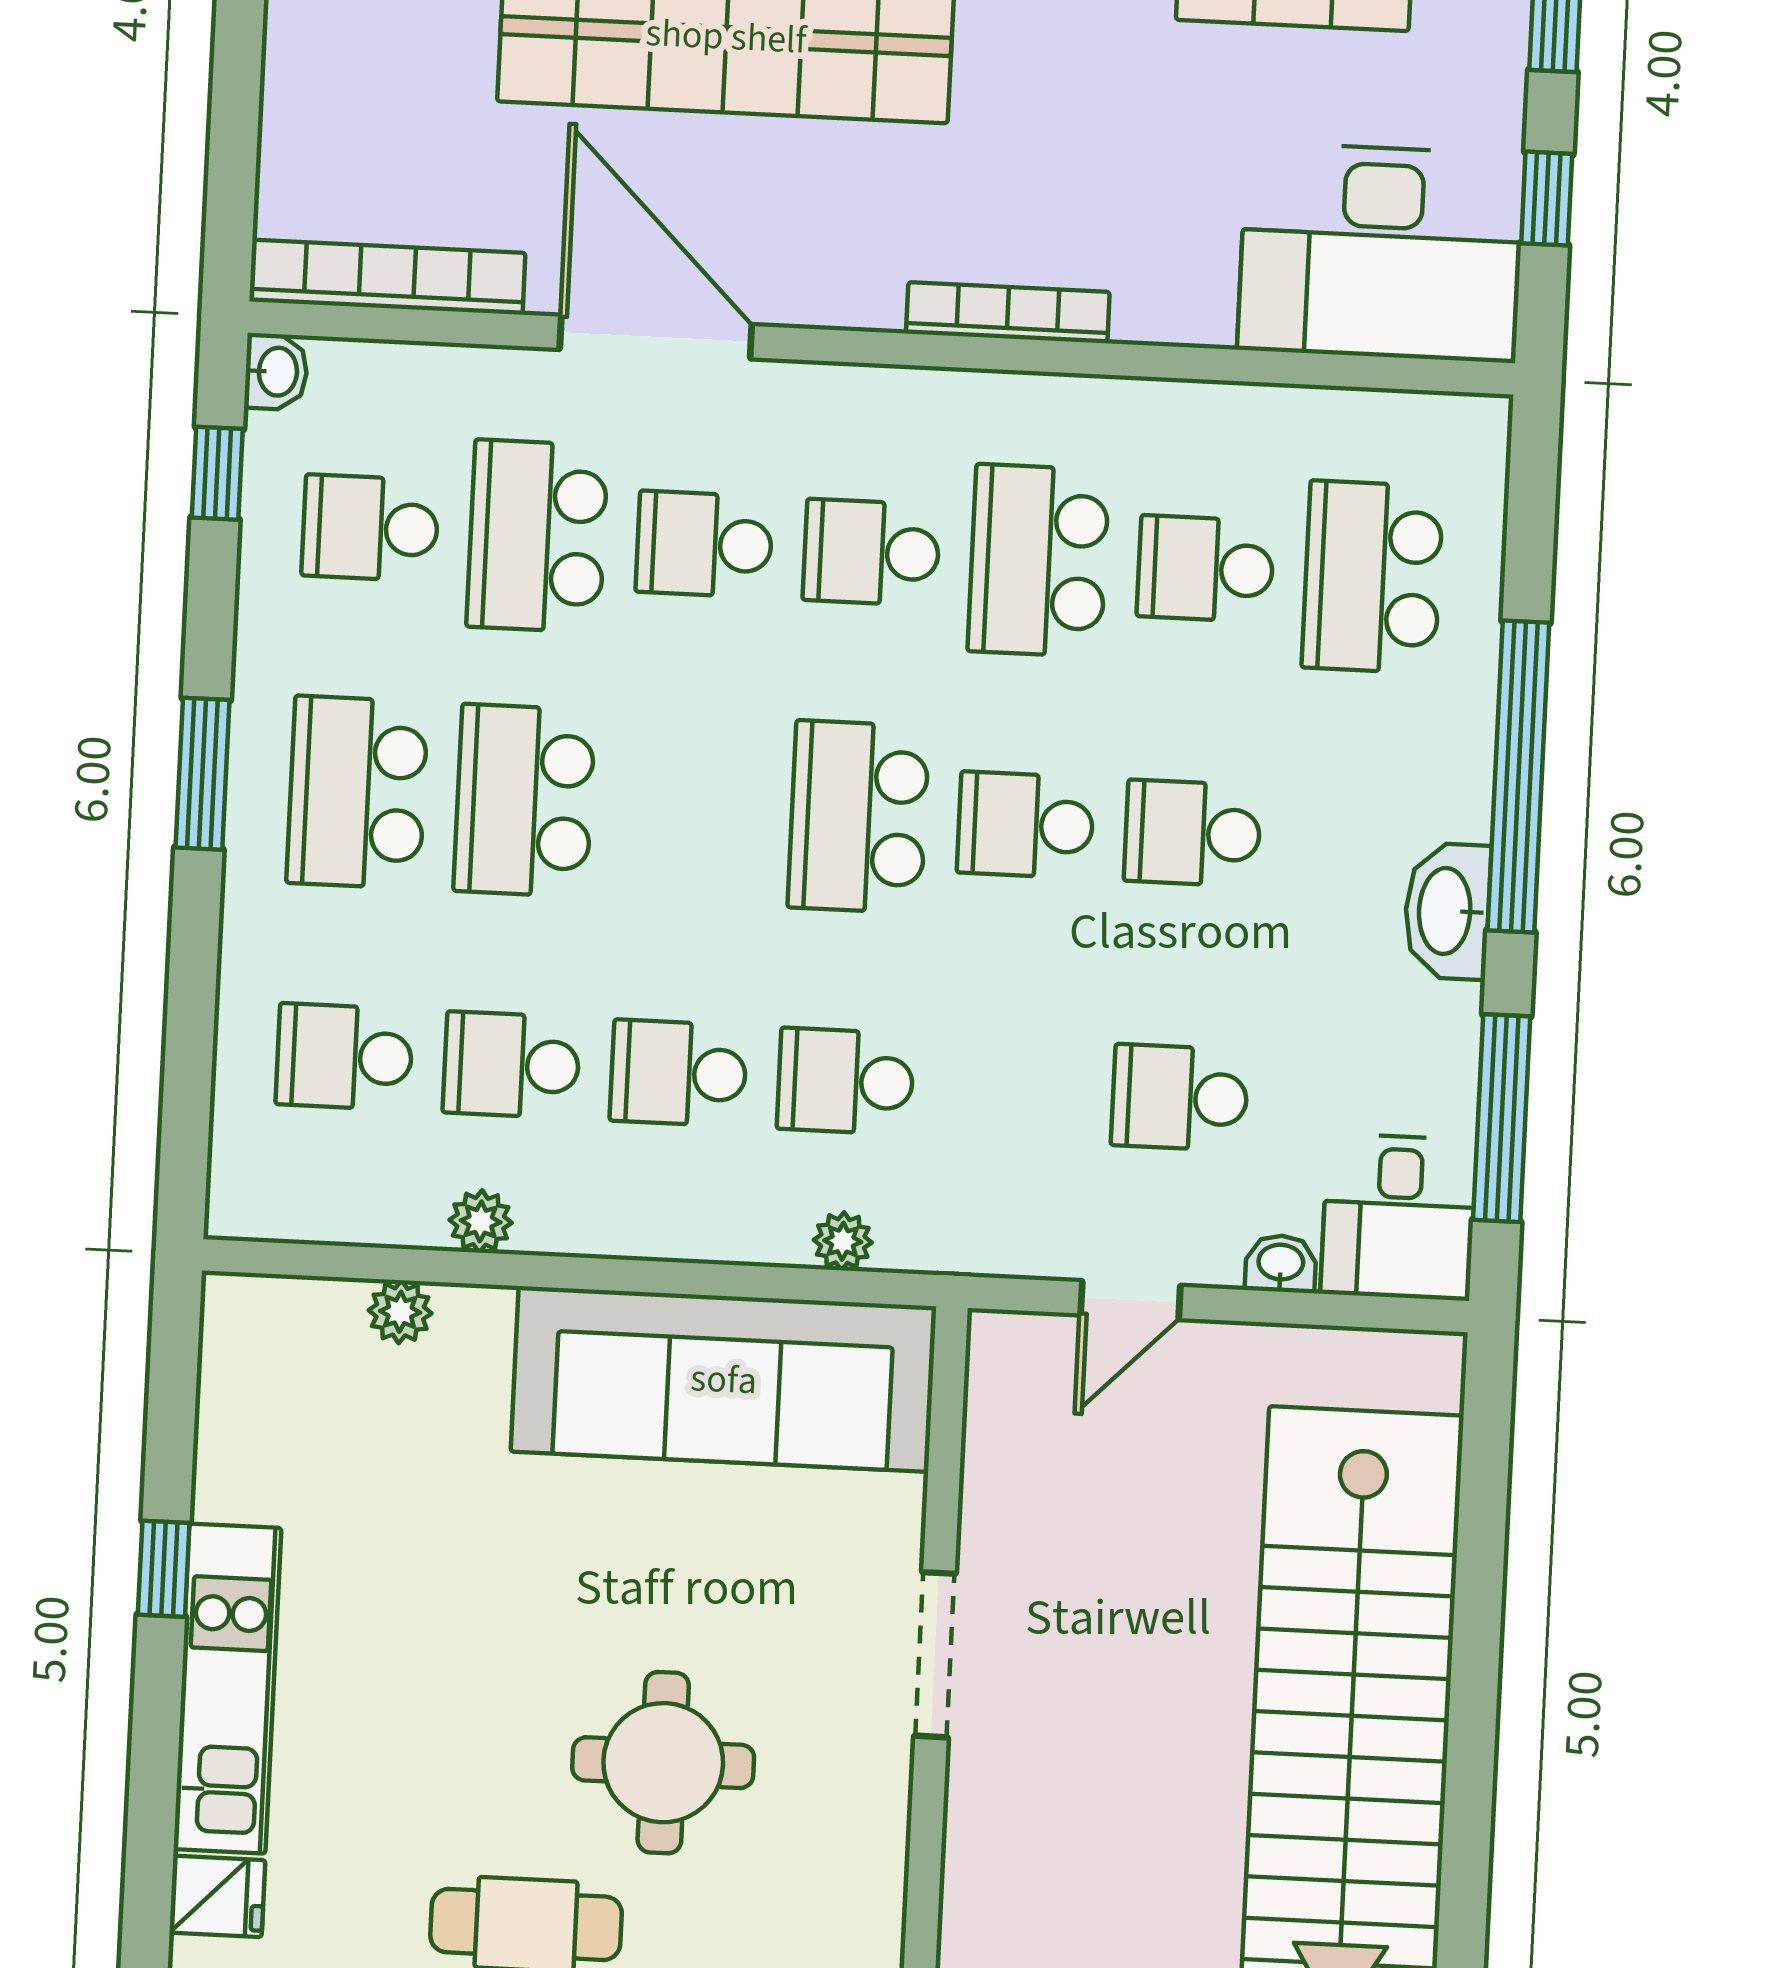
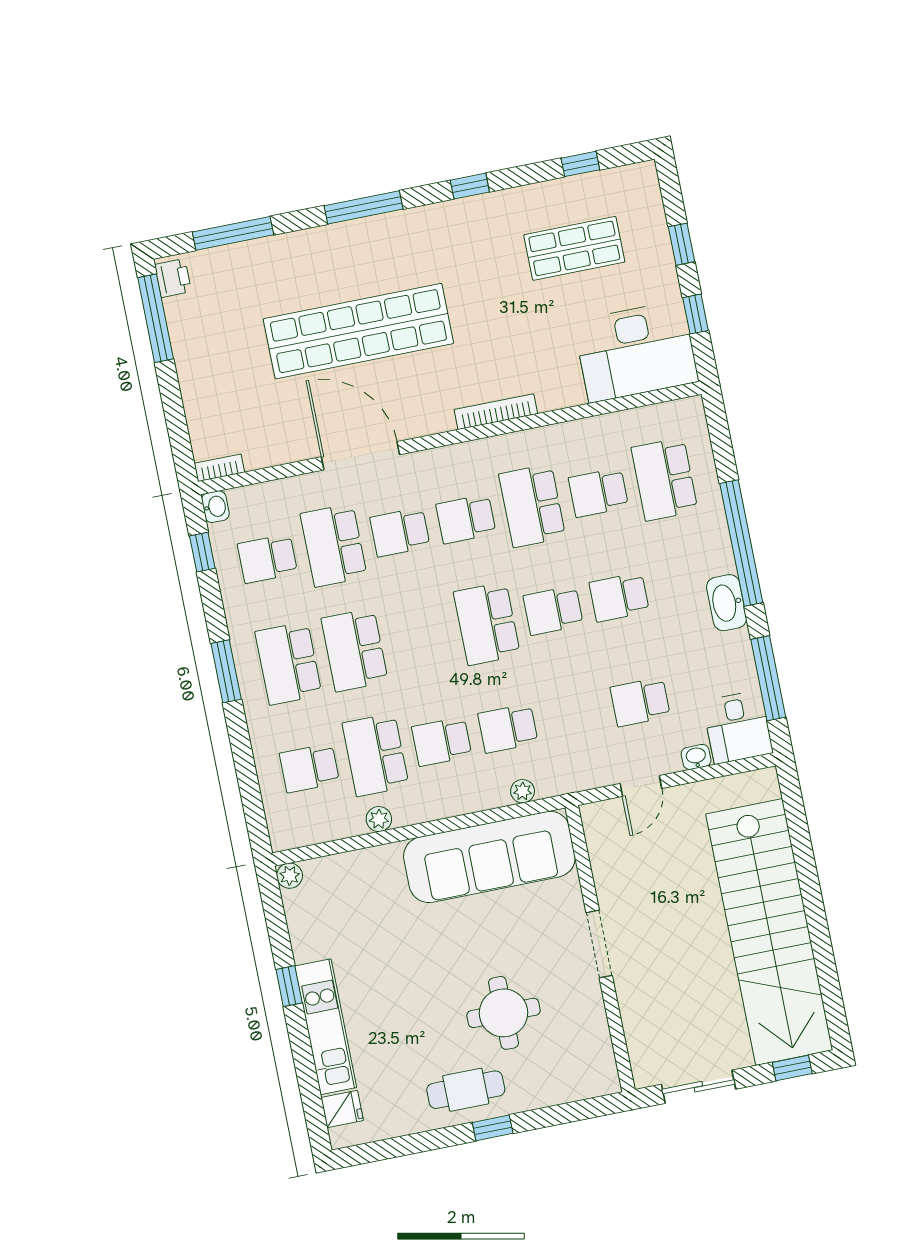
bookcase: (387, 277) -> (219, 468), width x0.43, depth x0.76
school desk: (511, 1065) -> (376, 755), width x1.85
plant: (400, 1312) -> (290, 876), moved

